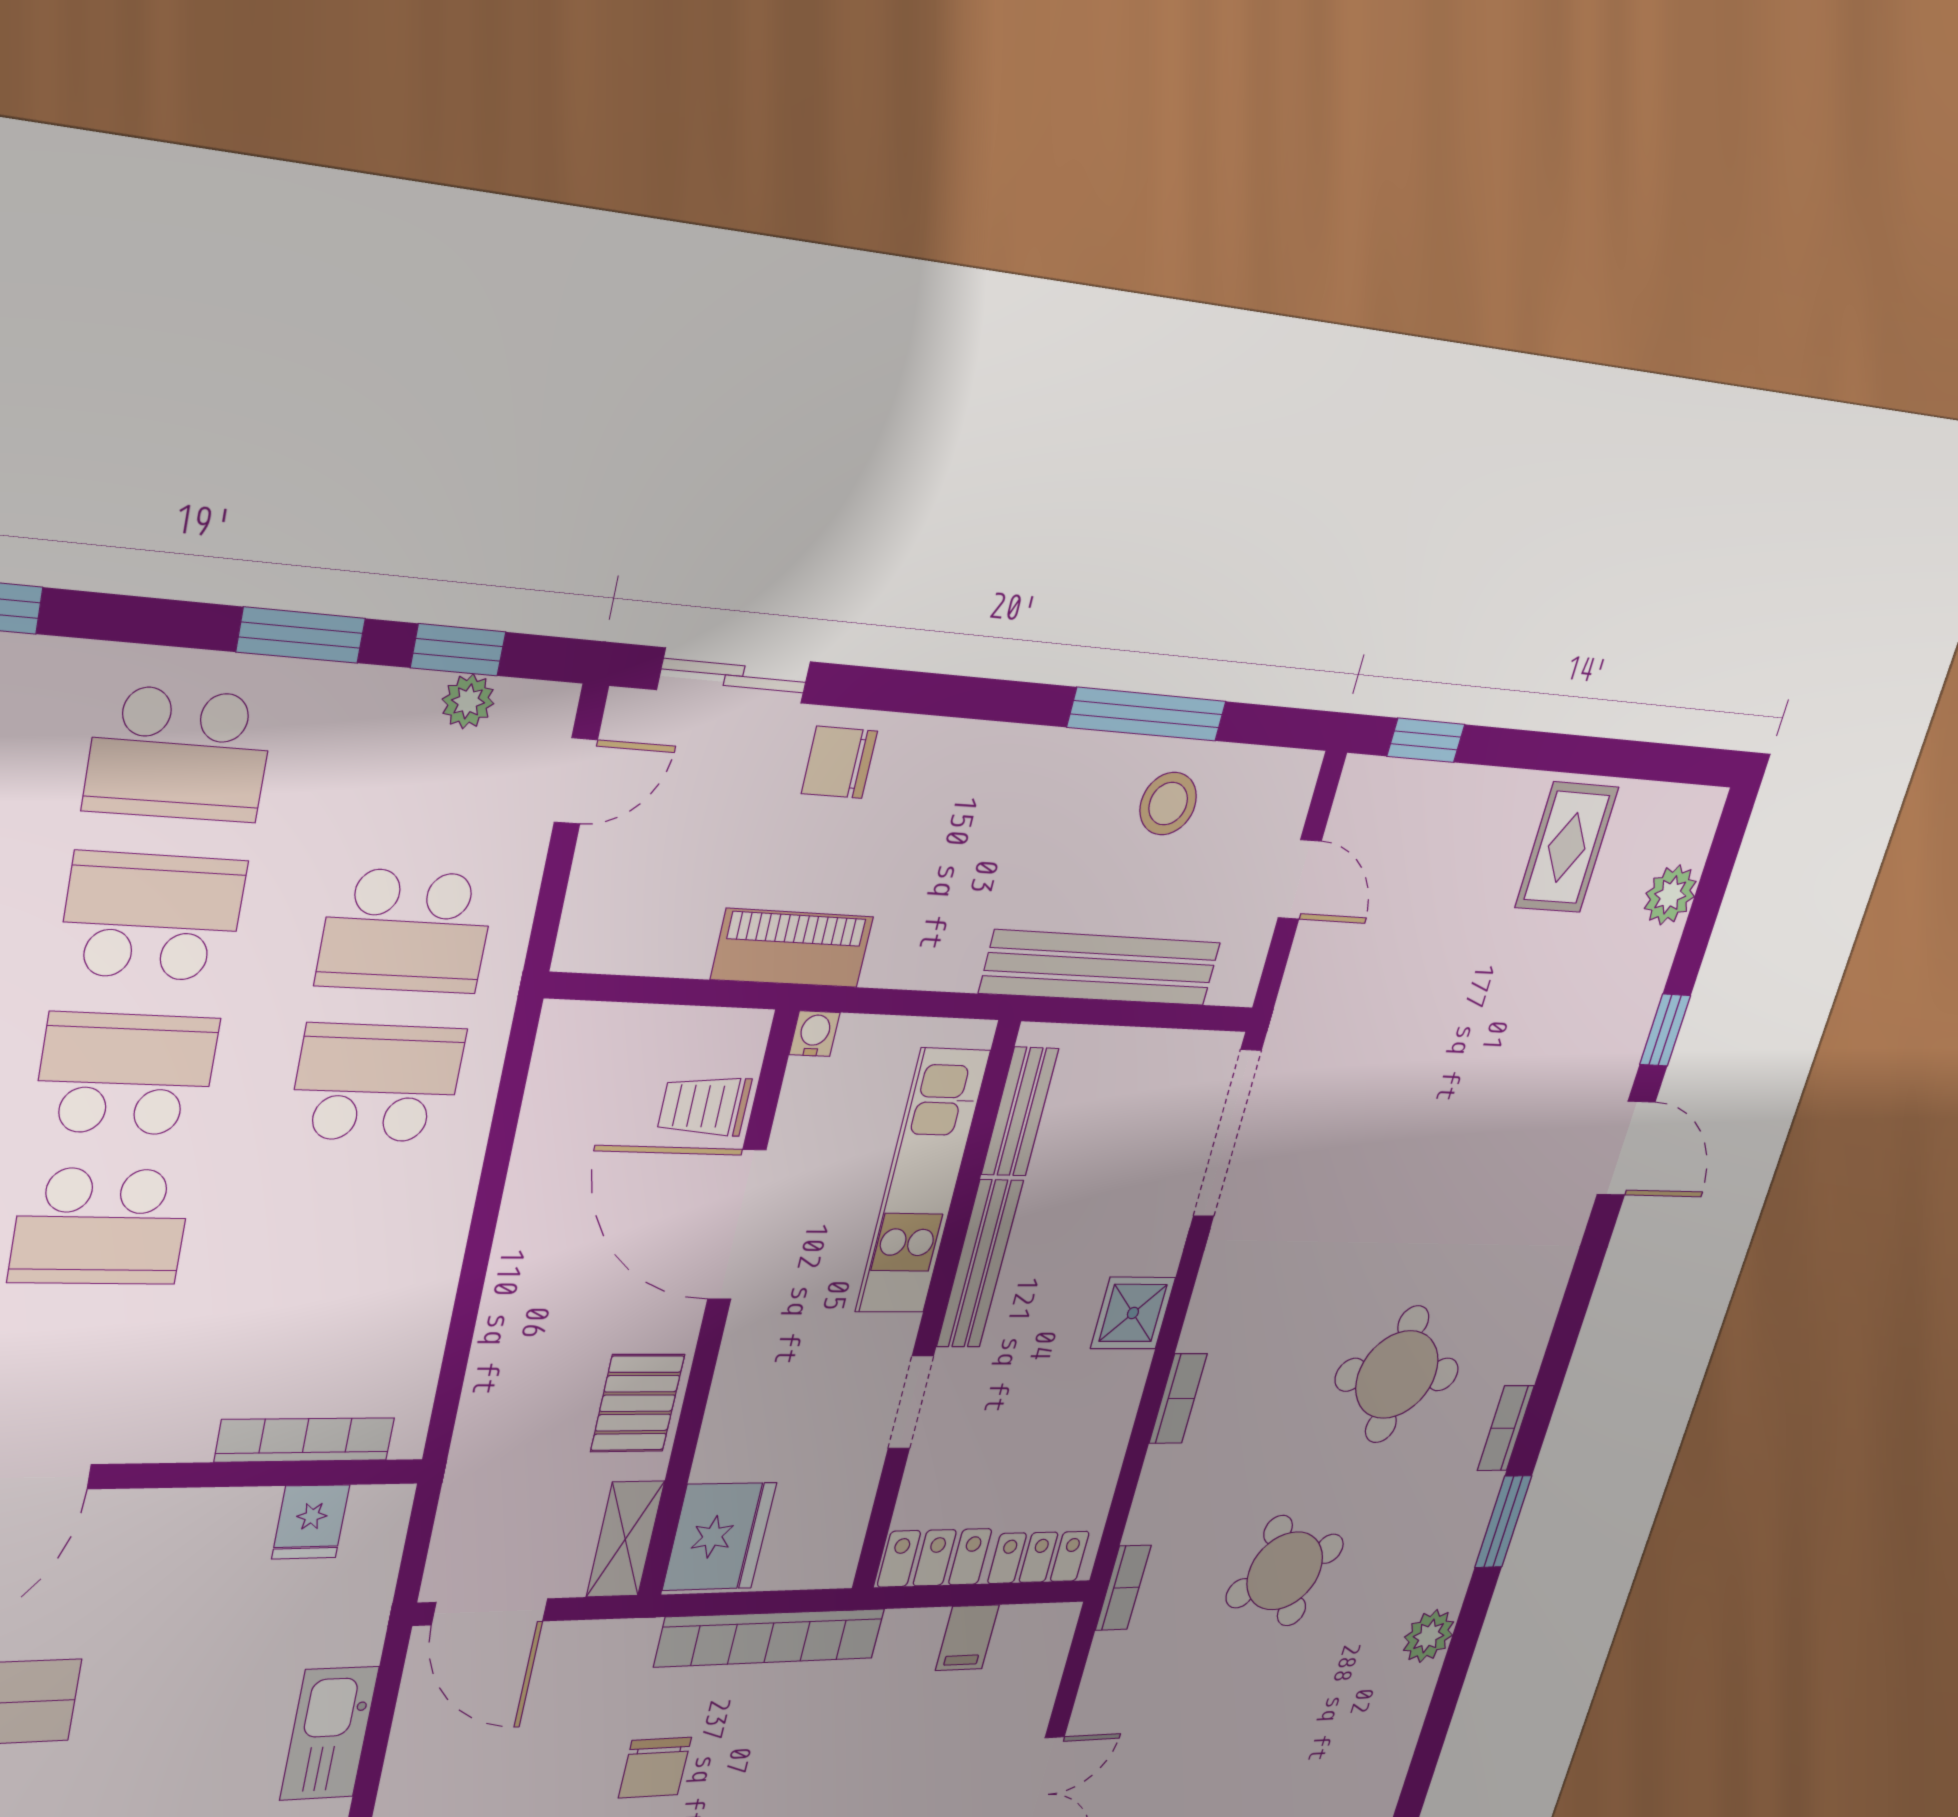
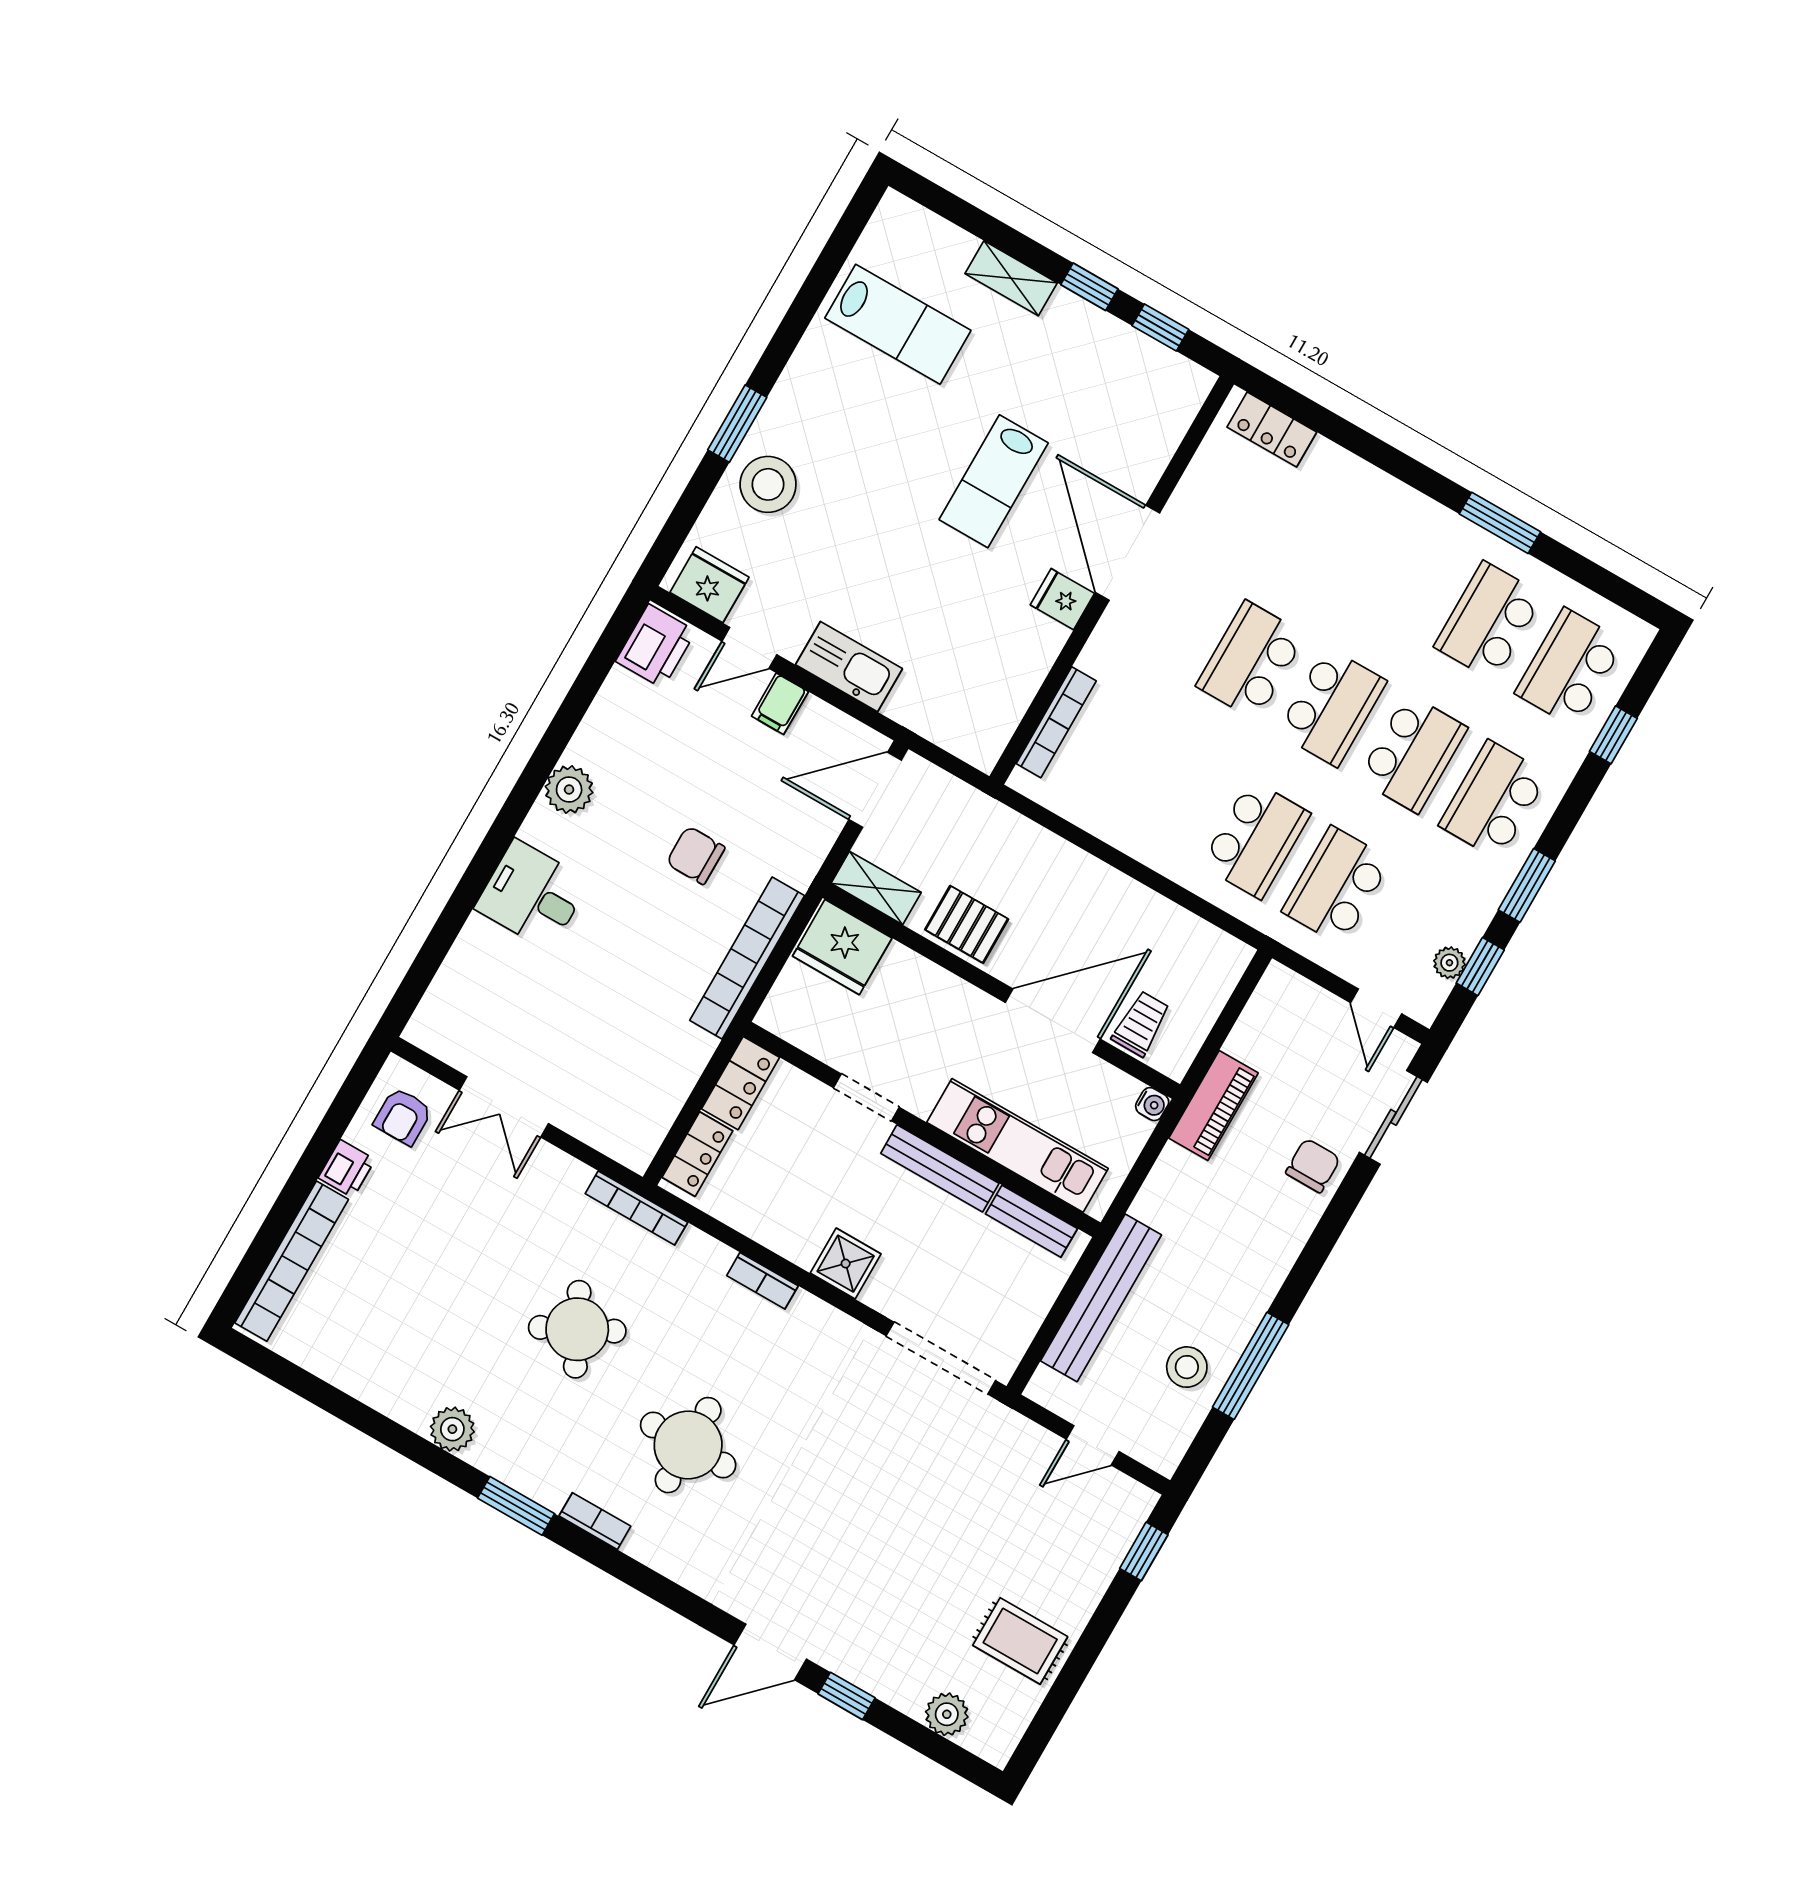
fridge: (311, 1522) -> (1062, 599), moved
bookcase: (1123, 1588) -> (636, 1208), width x1.56
filing cabinet: (967, 1638) -> (780, 704), moved, turned -90

